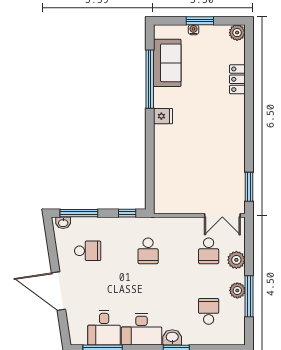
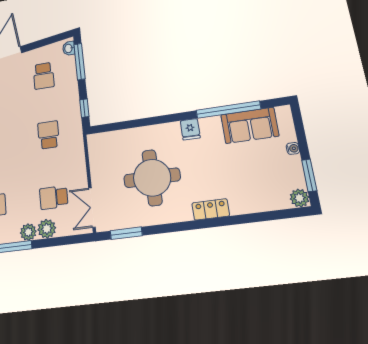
window: (200, 21) -> (309, 175), moved
locker: (237, 79) -> (211, 209), moved
round table: (203, 157) -> (152, 178), added
school desk: (148, 251) -> (49, 135), turned 90
plant: (237, 290) -> (28, 232), moved

